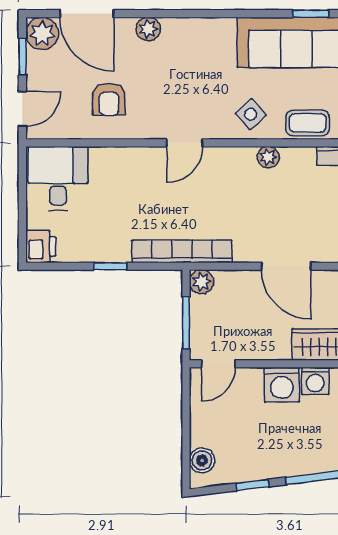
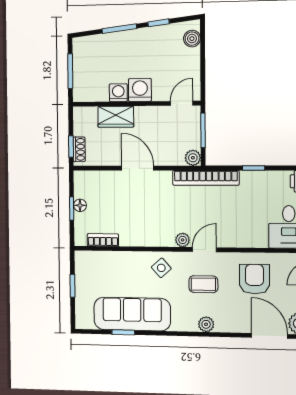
plant: (148, 29) -> (206, 324), moved
armchair: (109, 99) -> (255, 279), width x1.38, depth x1.38
coffee table: (308, 123) -> (203, 284), moved
plant: (268, 157) -> (183, 240), moved

